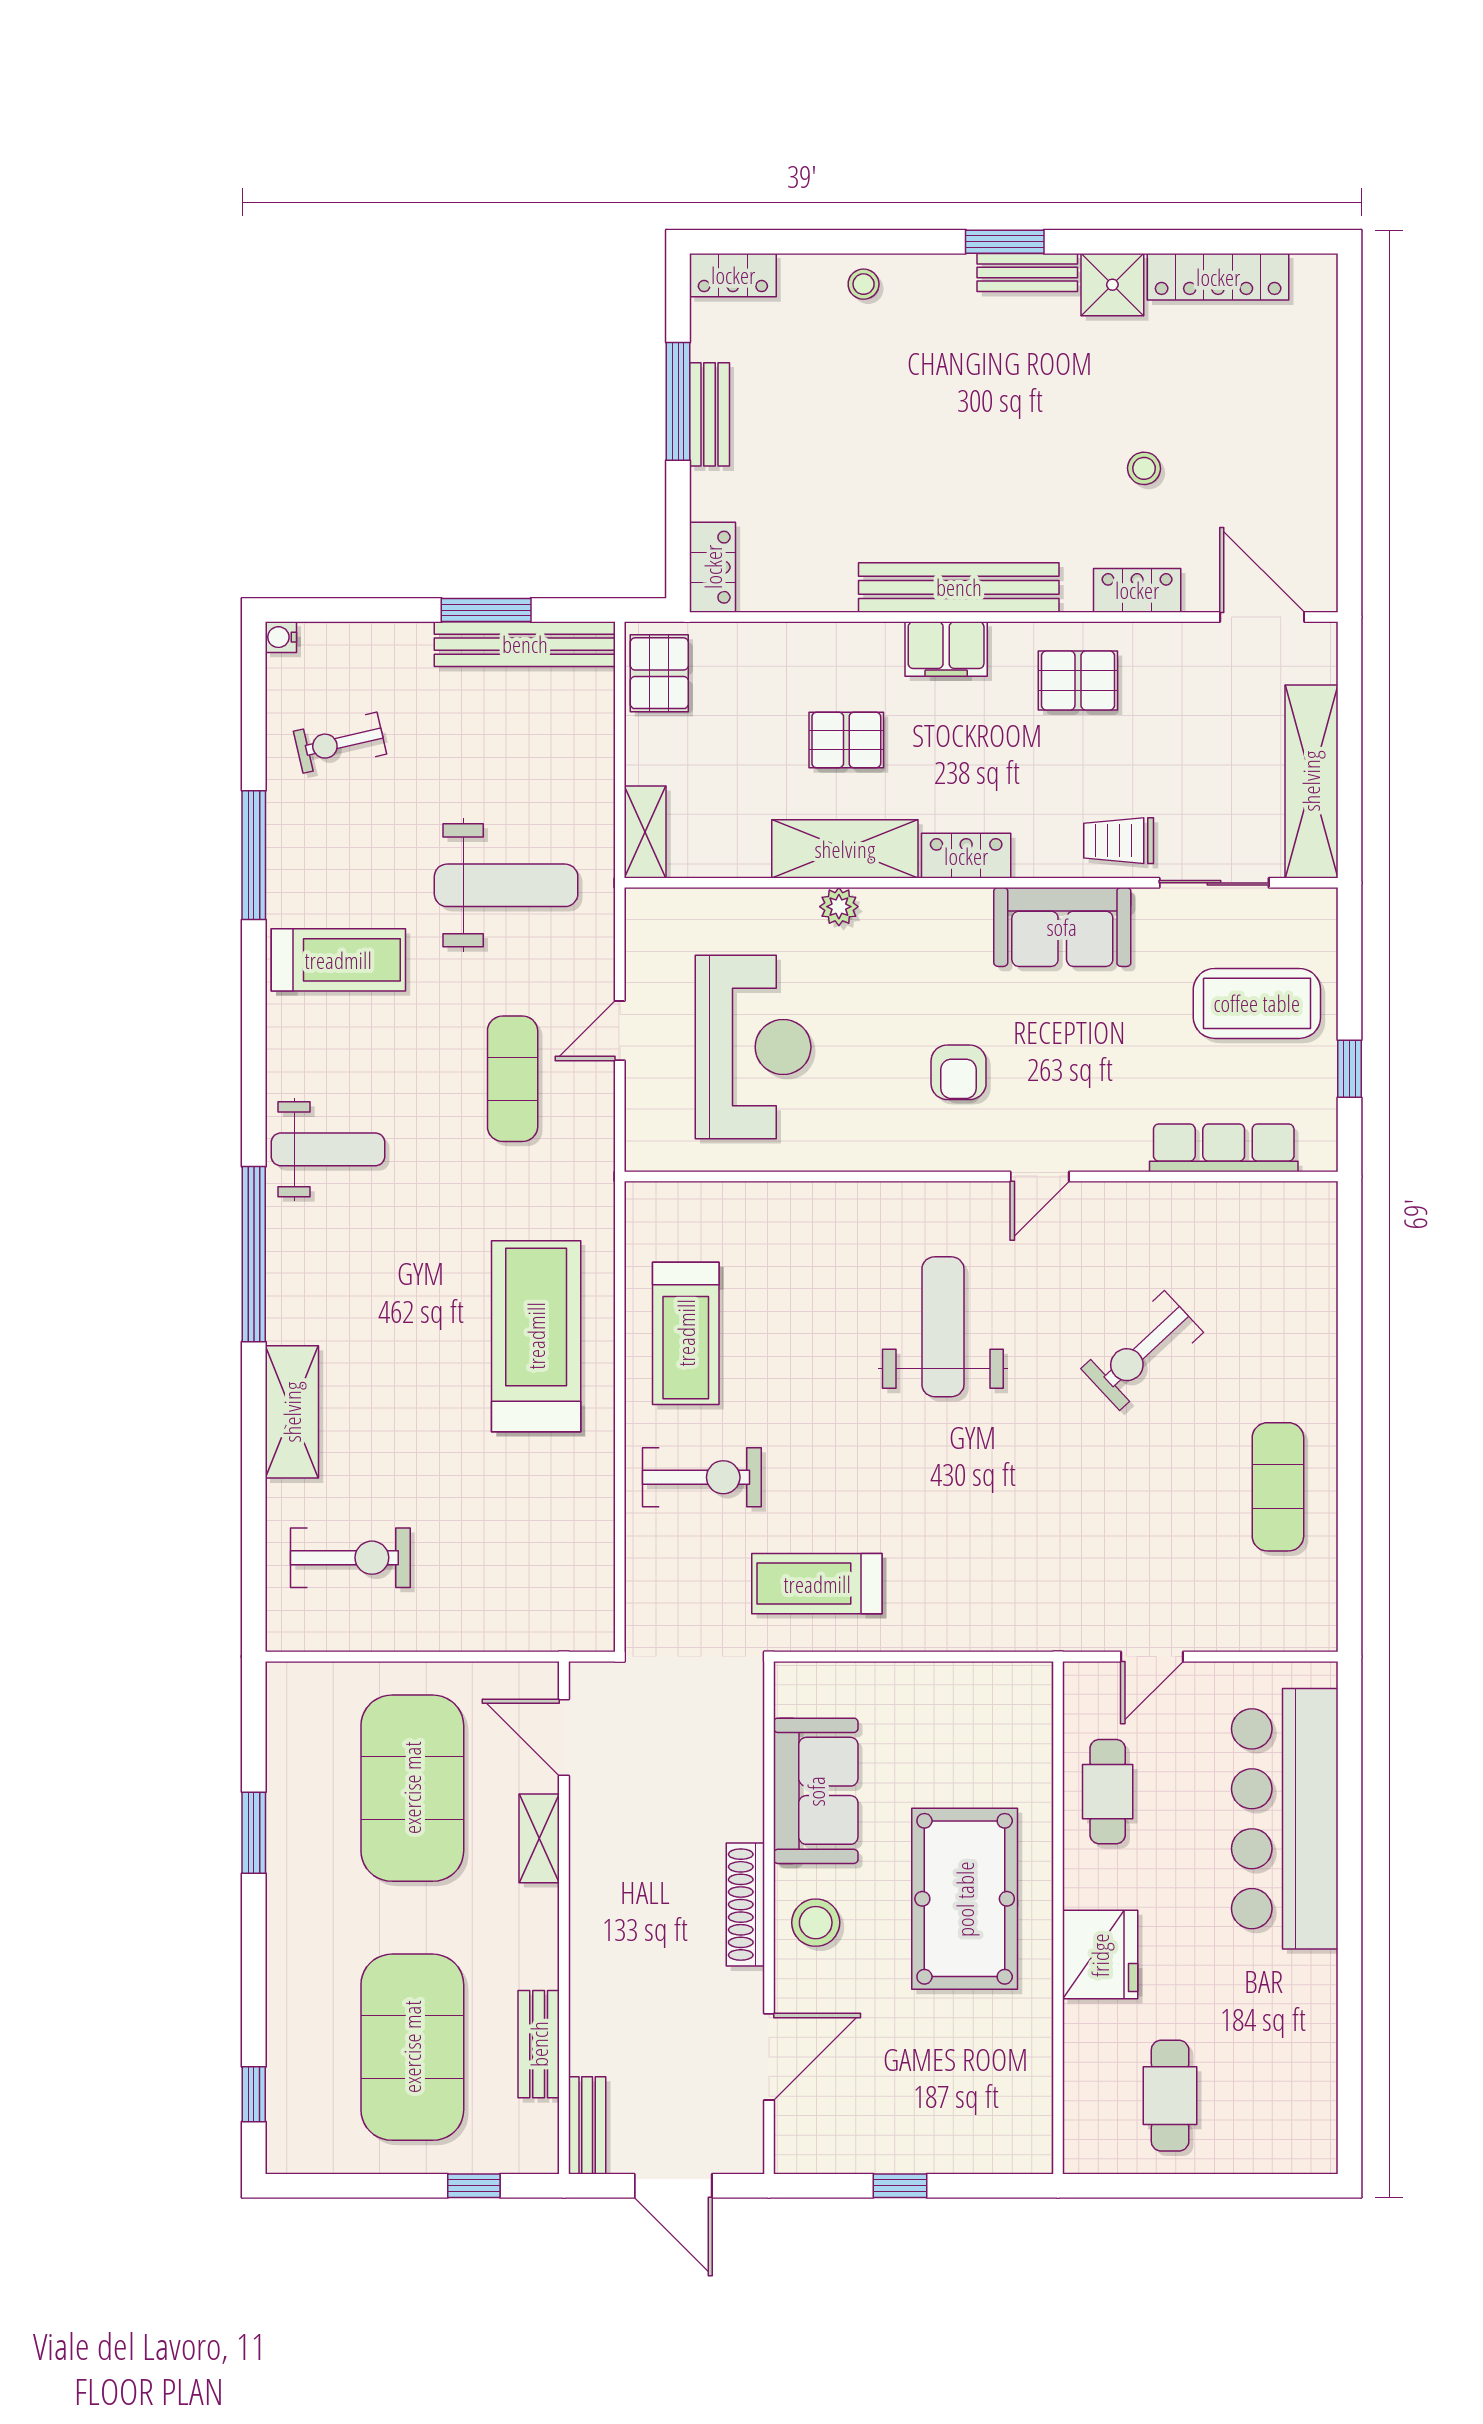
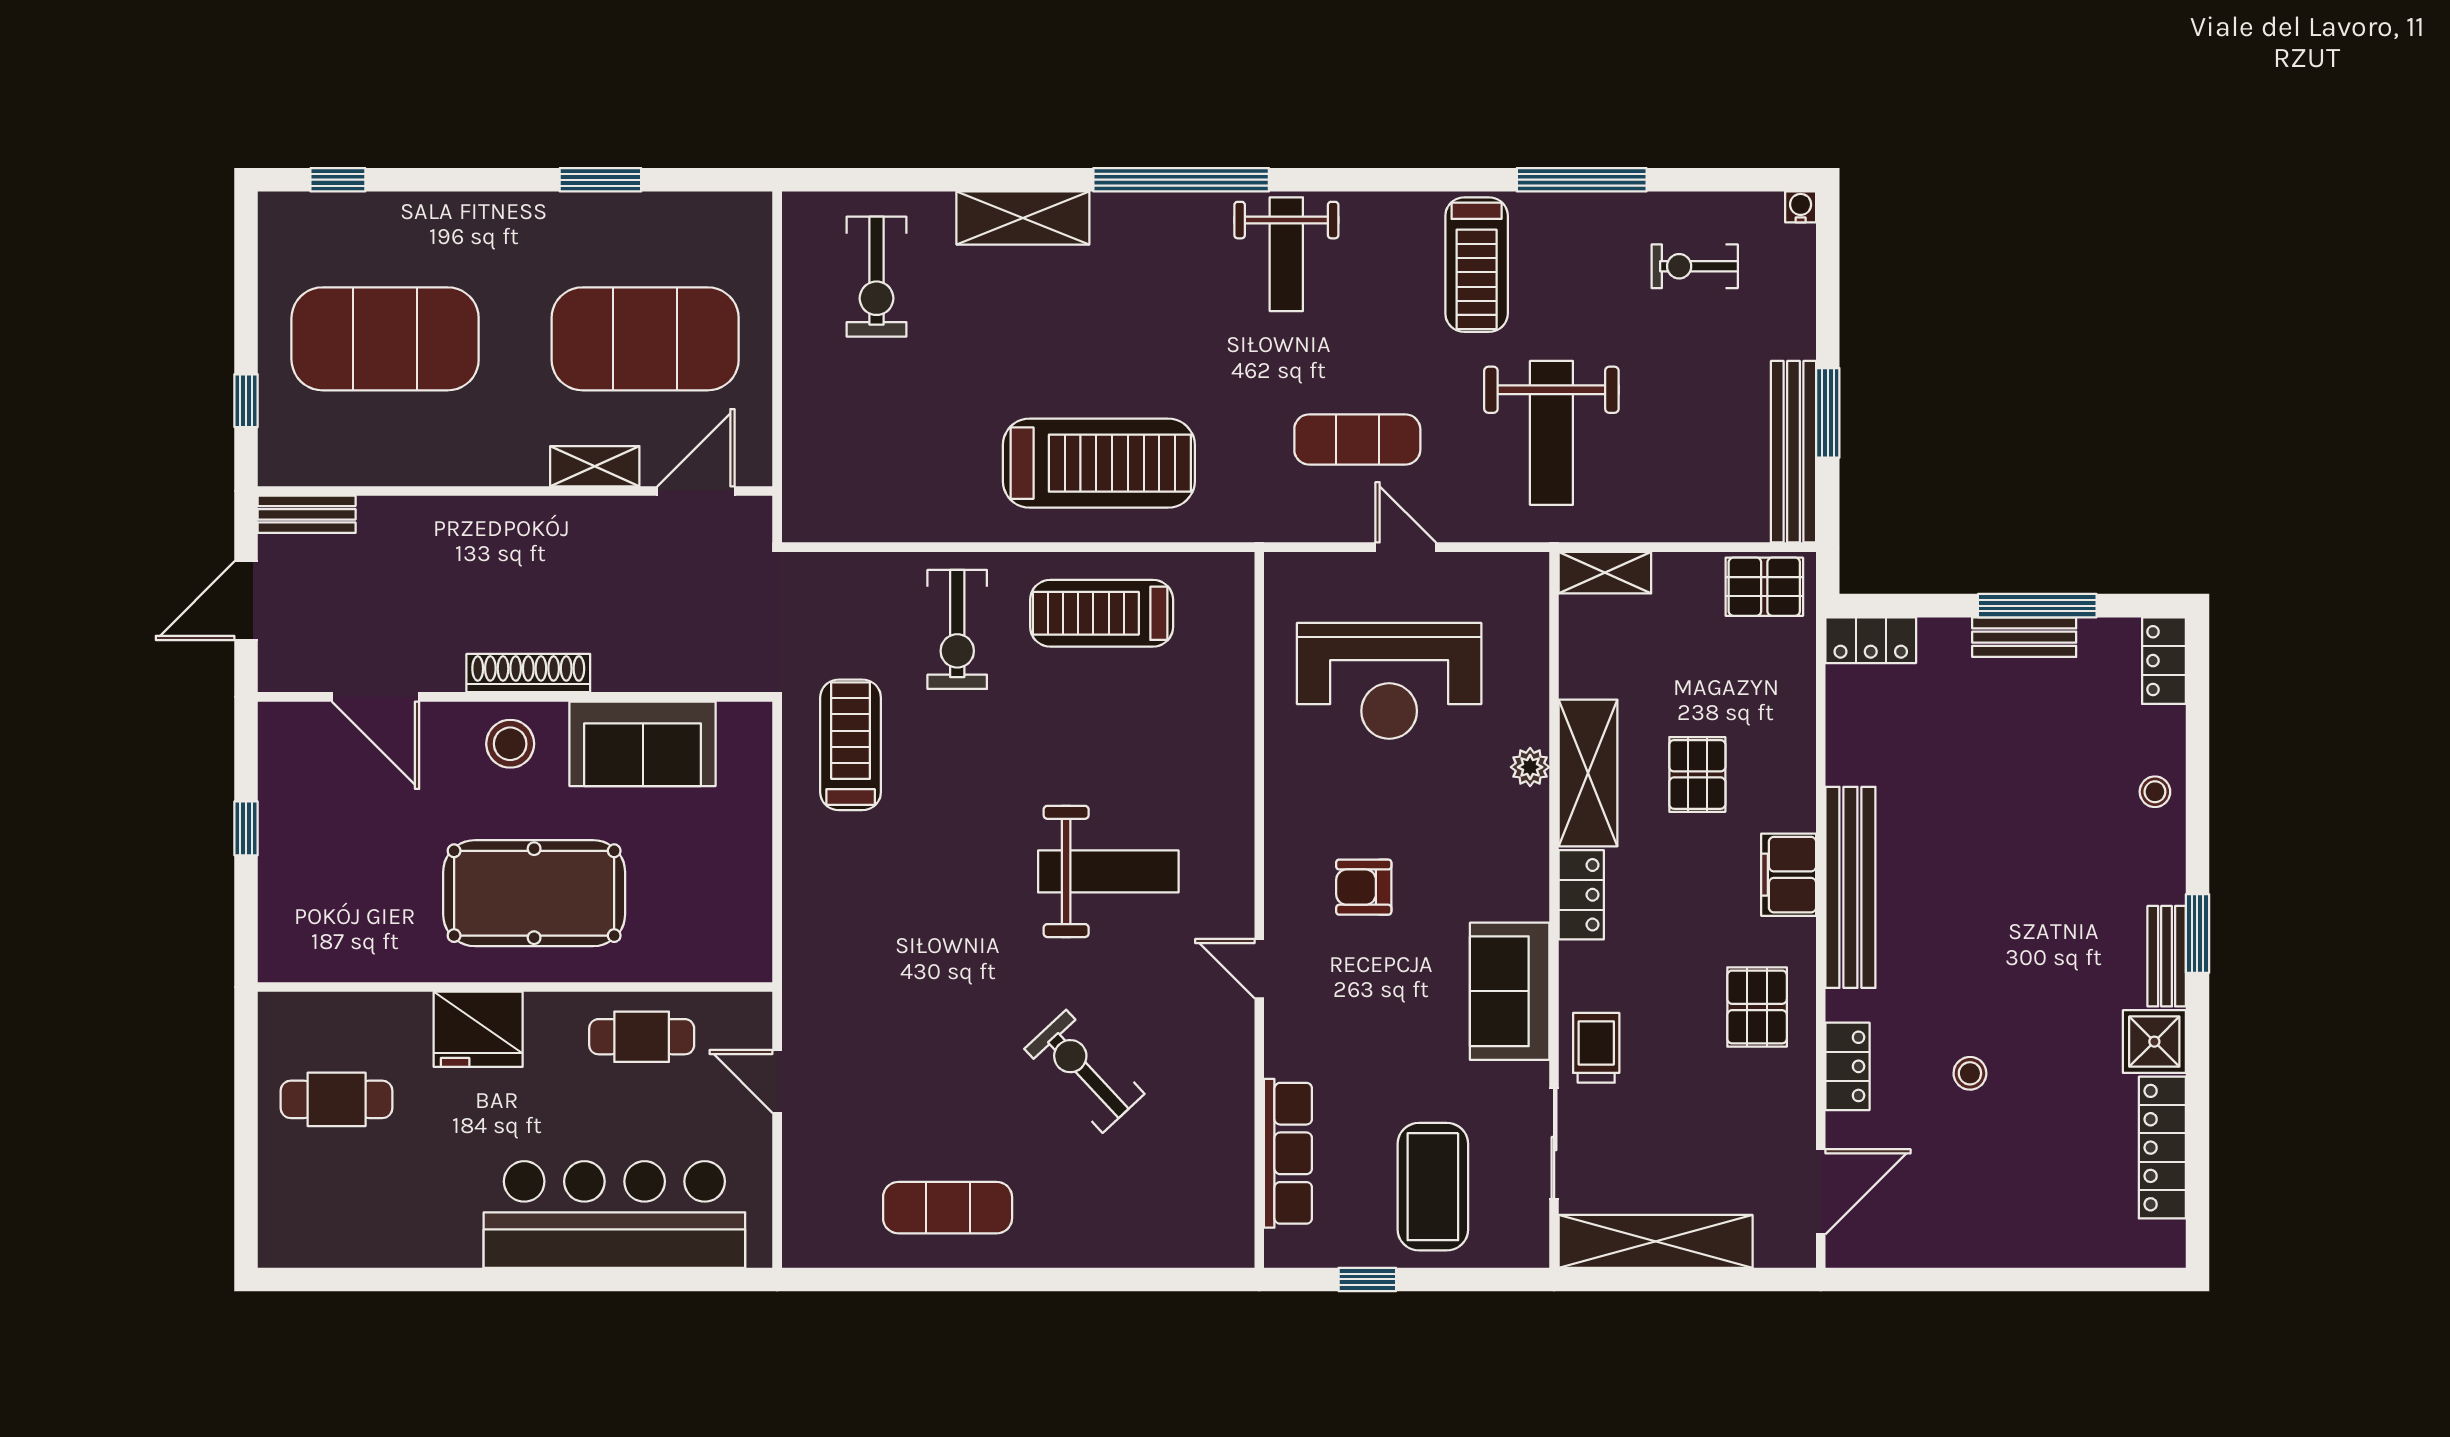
exercise bike: (340, 743) -> (1695, 266), turned -77
bench: (539, 2044) -> (388, 466), removed

